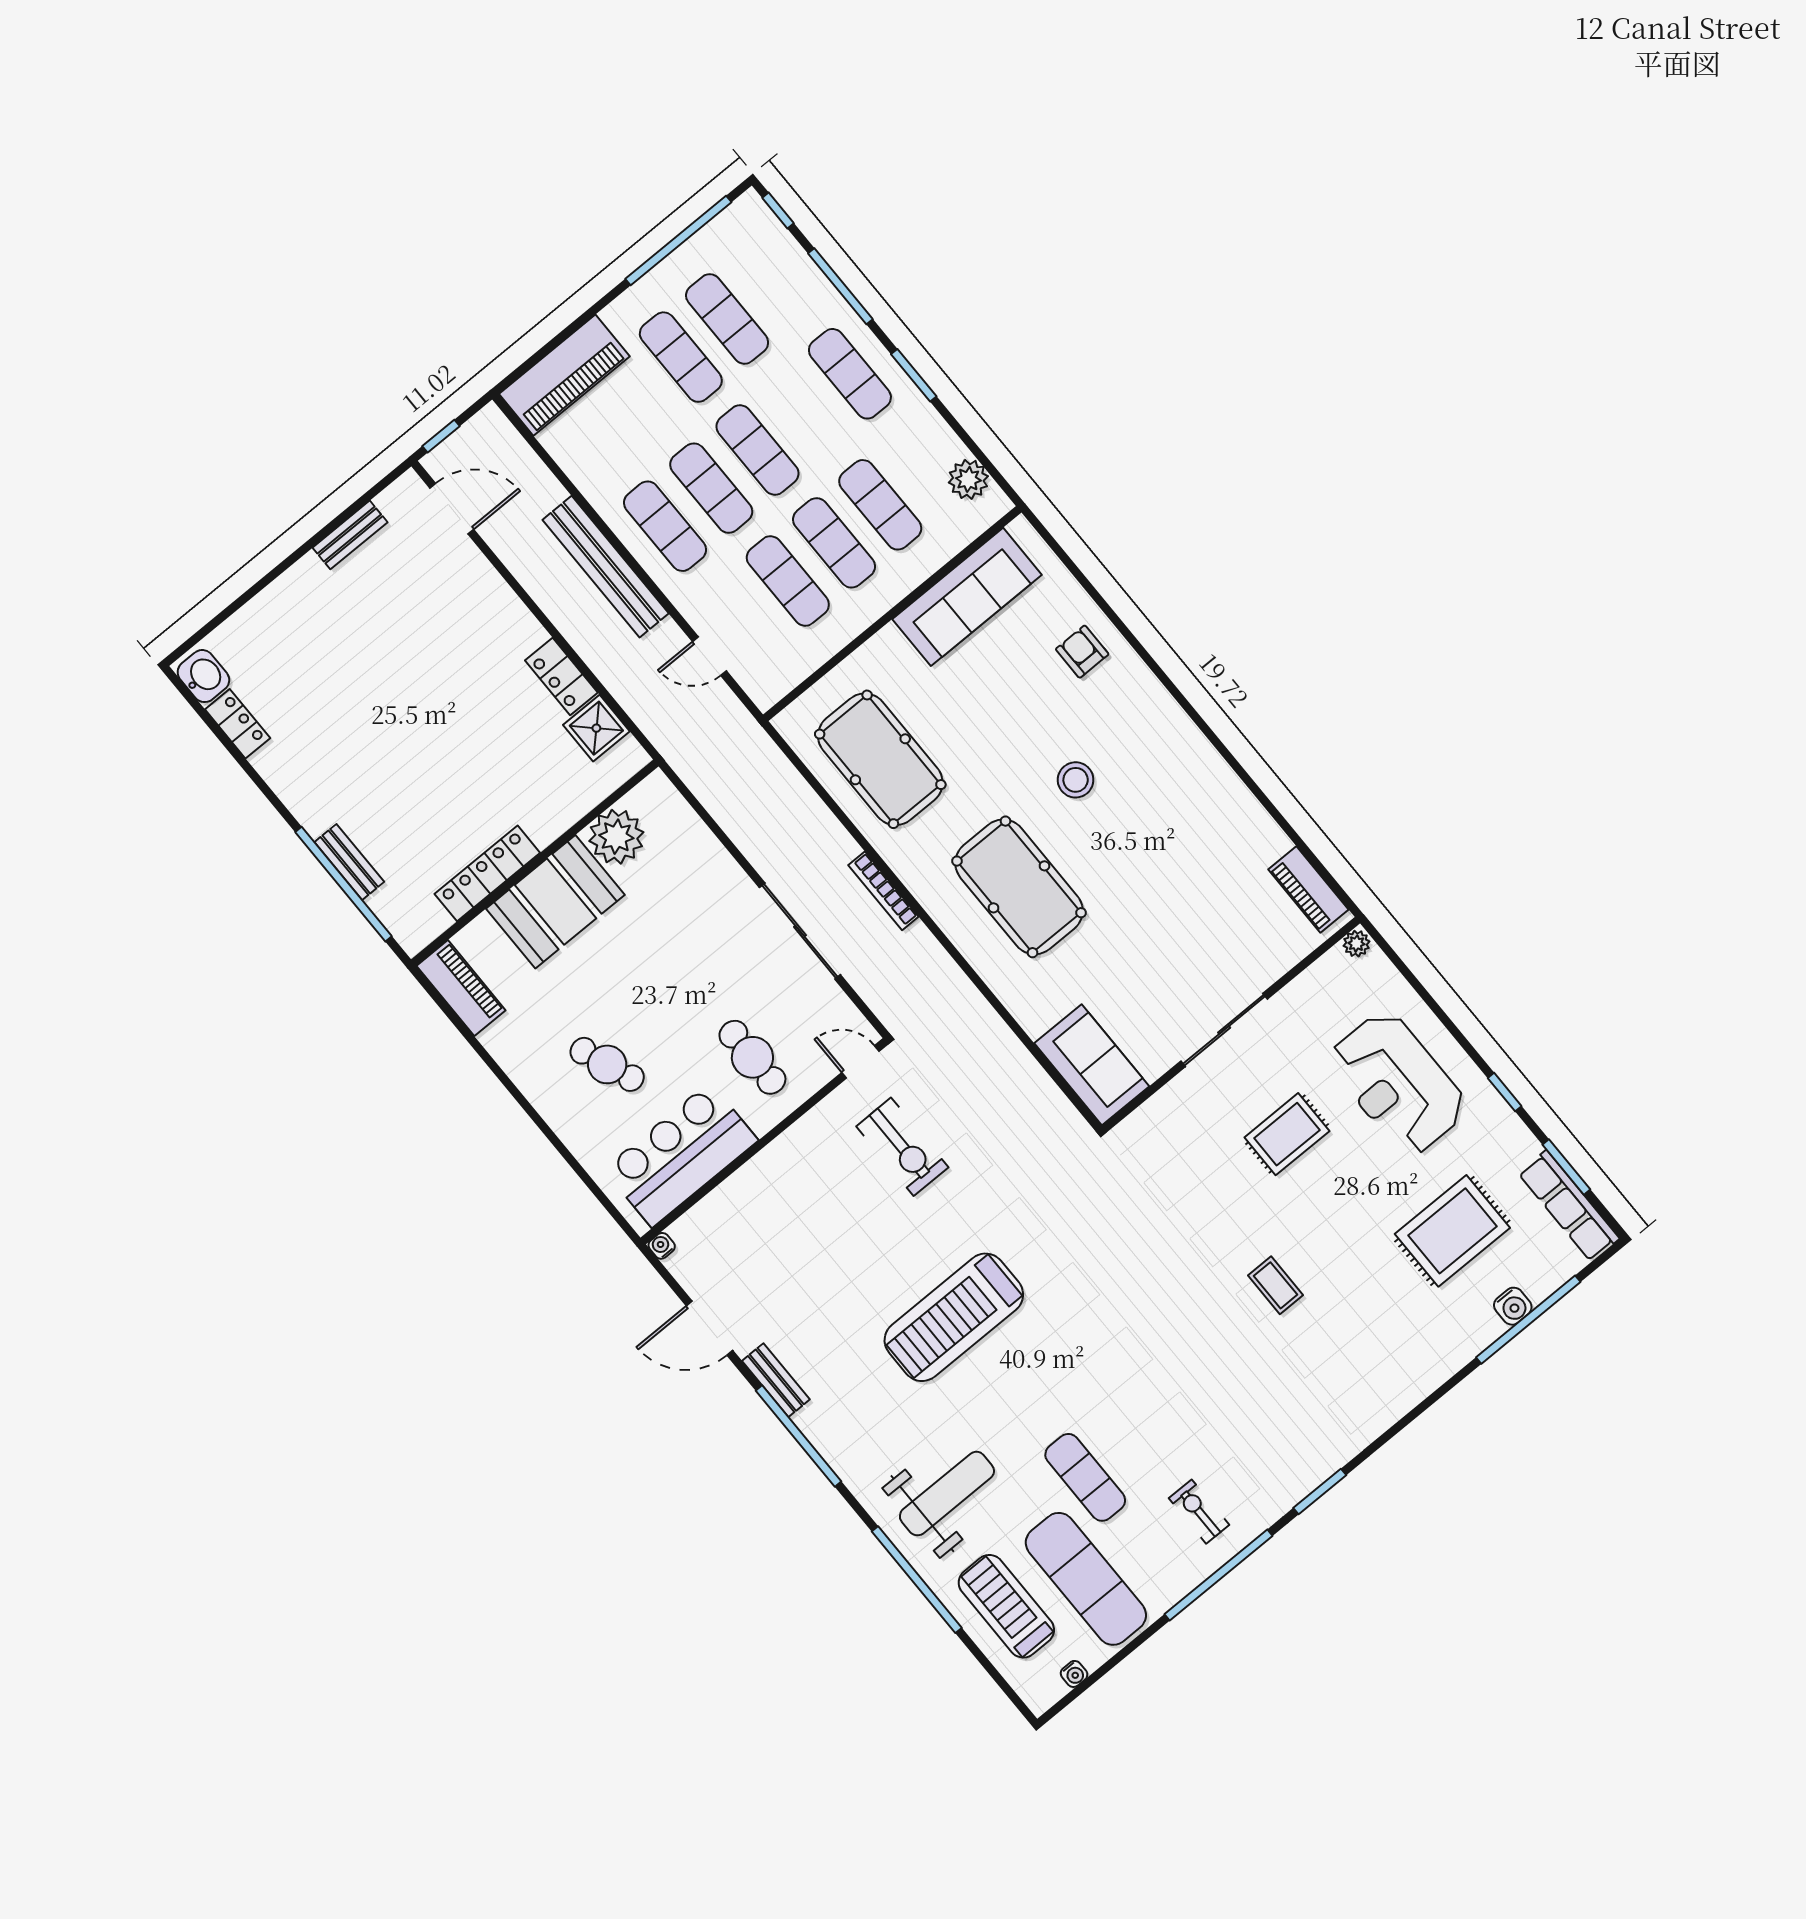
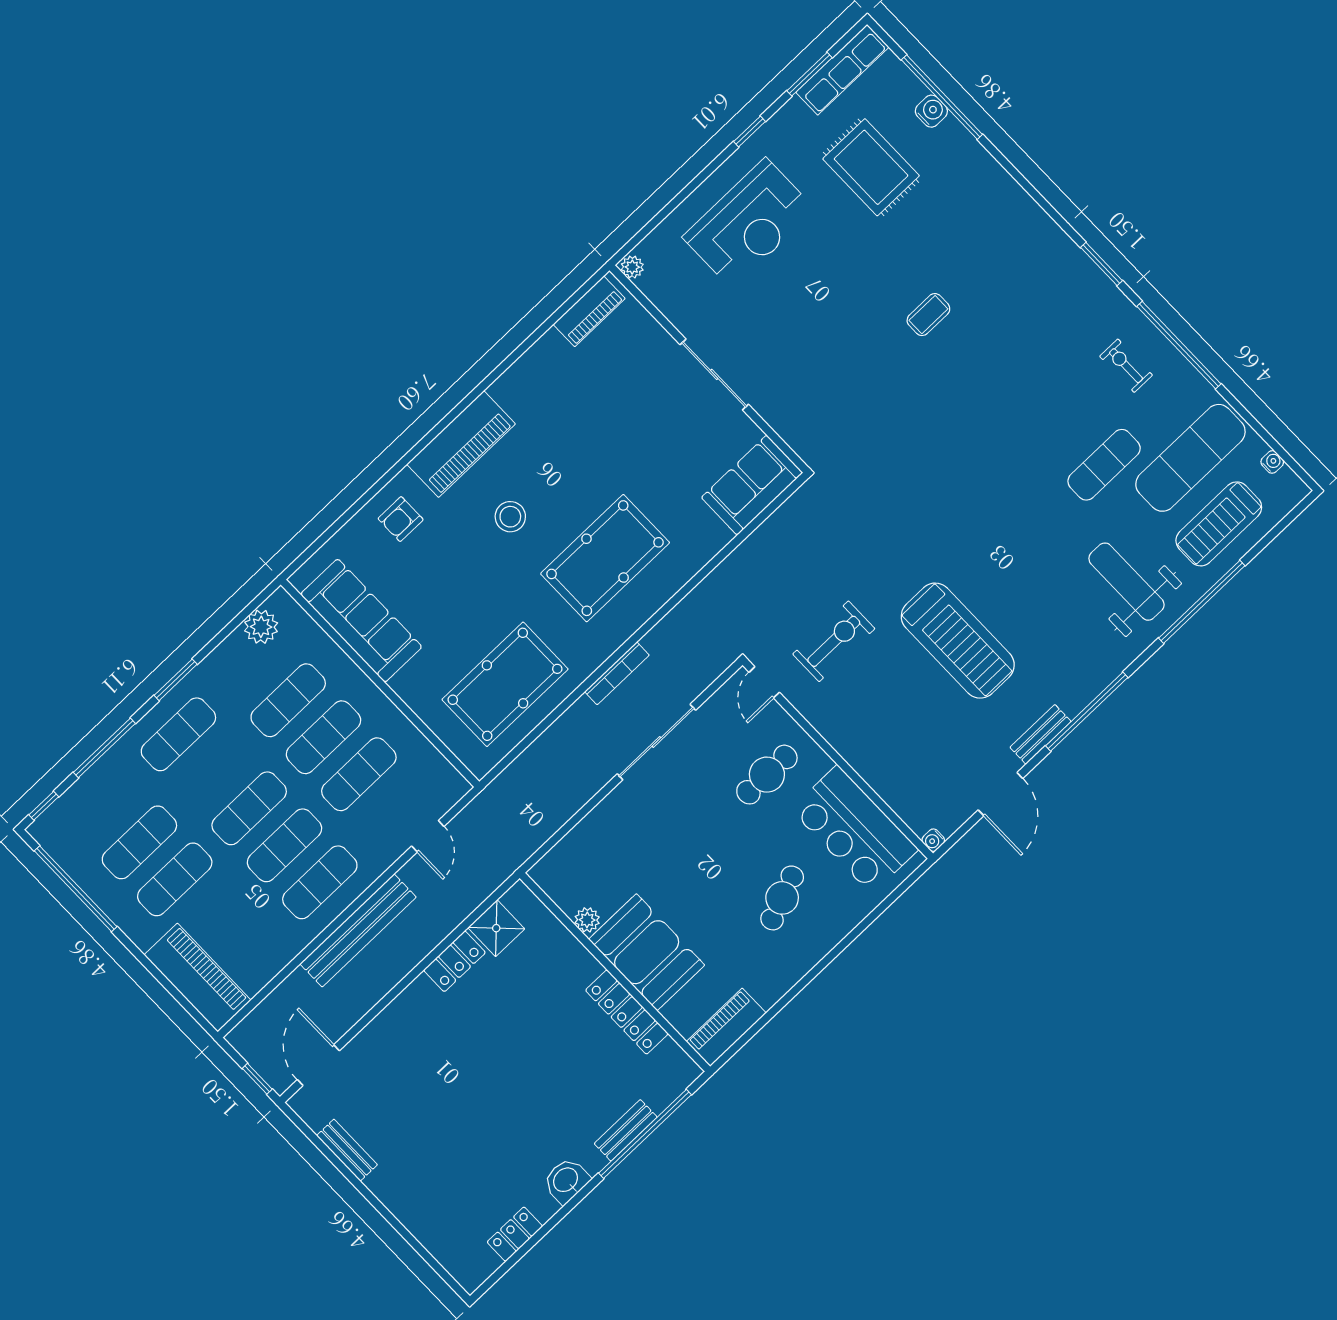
washbasin: (203, 676) -> (566, 1180), moved
piano: (1164, 729) -> (461, 444), added
plant: (616, 837) -> (587, 920), width x0.53, depth x0.53
rug: (1287, 1134) -> (799, 314), removed
treadmill: (954, 1317) -> (958, 641), moved
exercise bike: (1199, 1512) -> (1126, 366), turned 90

